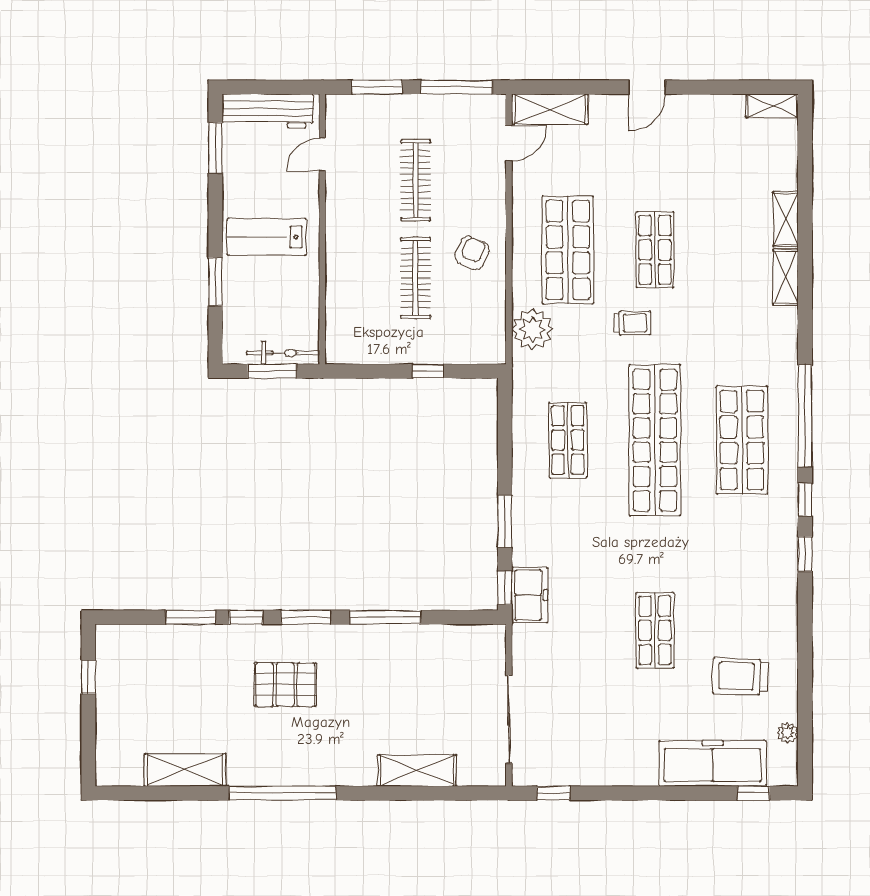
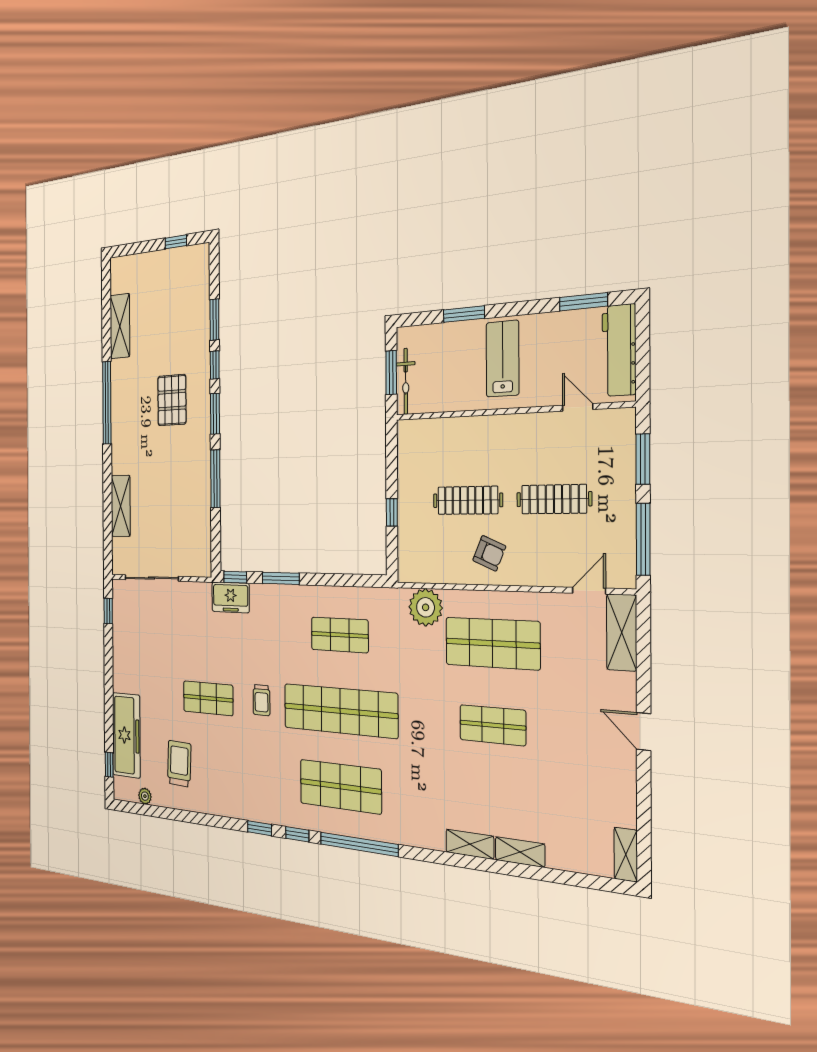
door: (509, 143) -> (589, 591), swing flipped
trolley: (632, 323) -> (261, 700), moved

